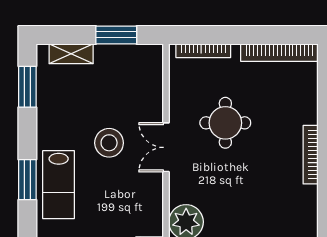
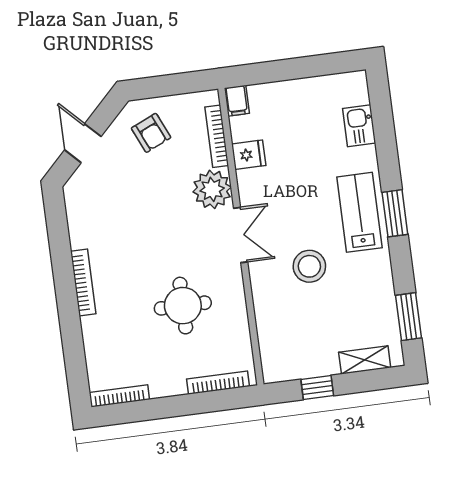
window: (116, 35) -> (317, 387), width x0.67
bookcase: (279, 53) -> (119, 396), width x0.68, depth x0.76
double door: (166, 147) -> (241, 235), moved

